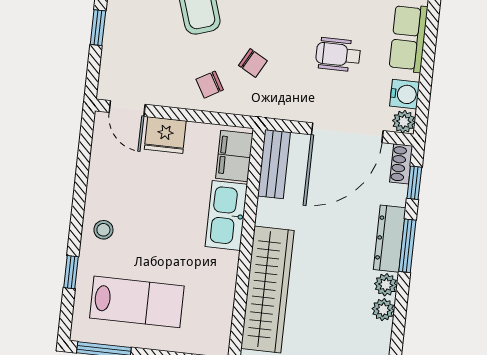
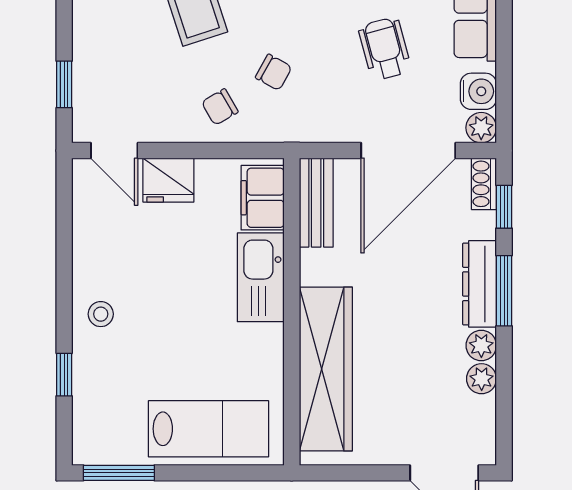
window: (98, 28) -> (64, 84), moved
wheelchair: (338, 55) -> (385, 49), turned 75
lab bench: (137, 302) -> (208, 429), moved

